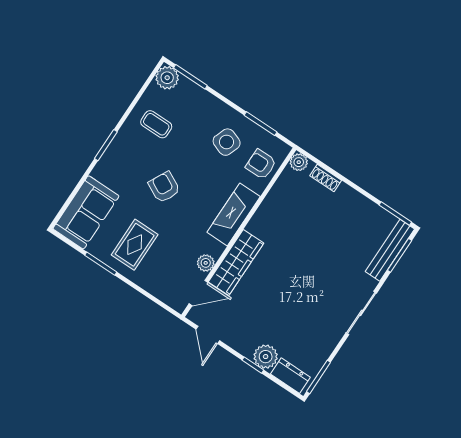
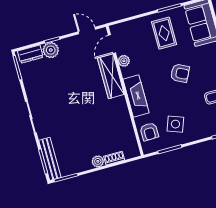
plant: (299, 162) -> (98, 161), moved
armchair: (261, 164) -> (149, 132), turned 89

